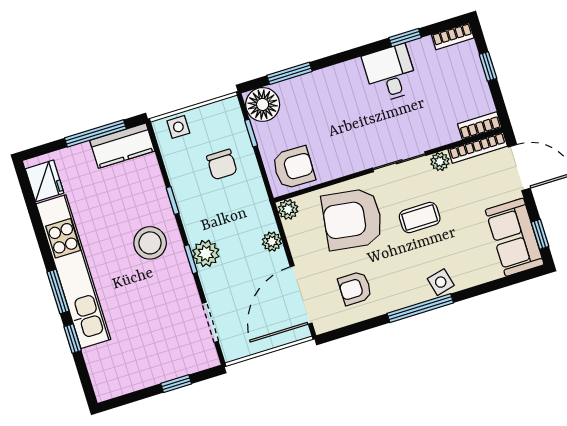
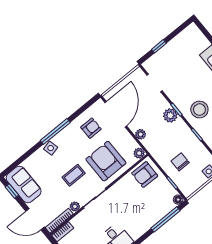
window: (289, 73) -> (165, 219), width x1.44
floor lamp: (263, 104) -> (178, 200), width x0.53, depth x0.53
armchair: (352, 219) -> (106, 161), turned -98

